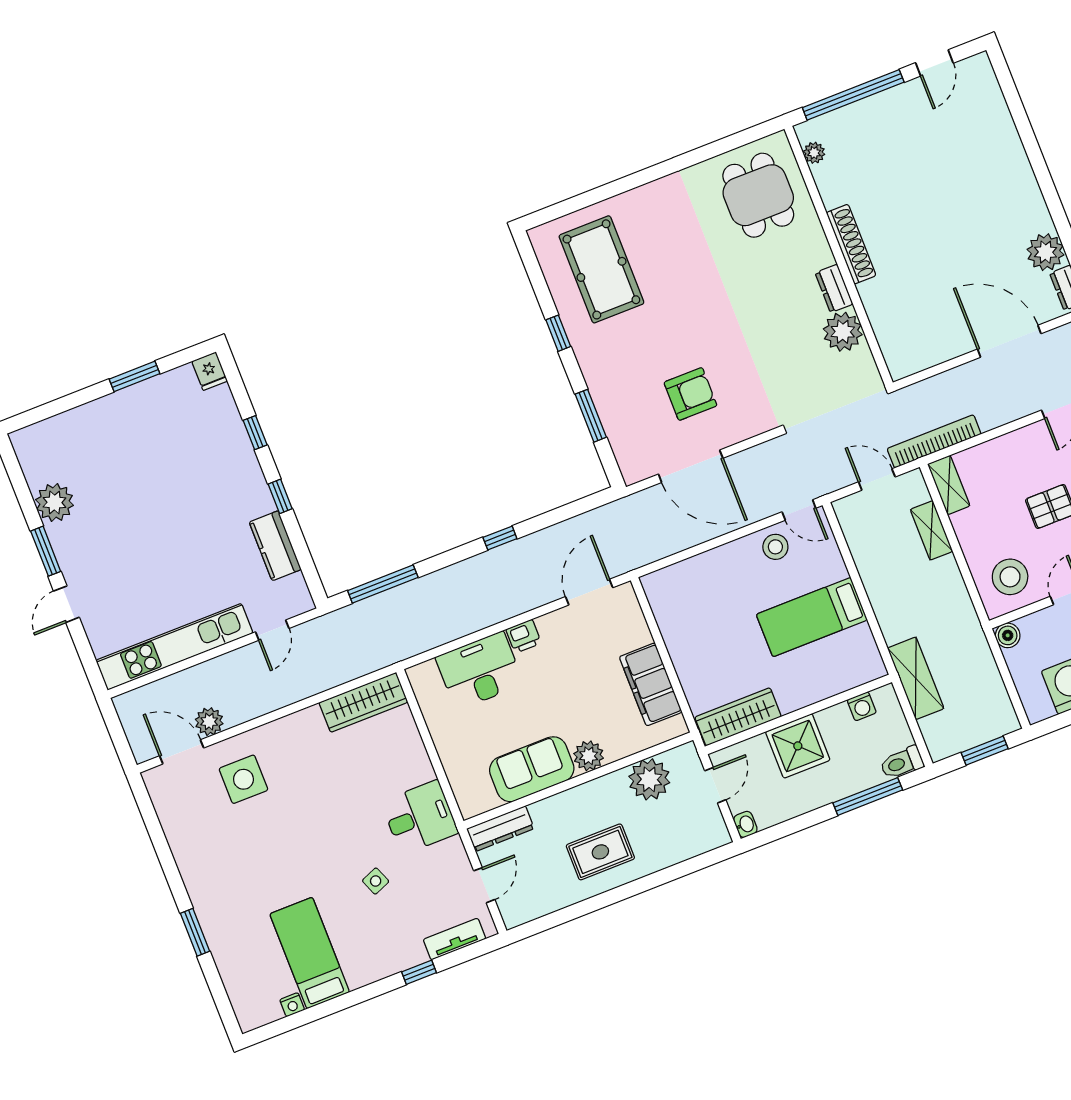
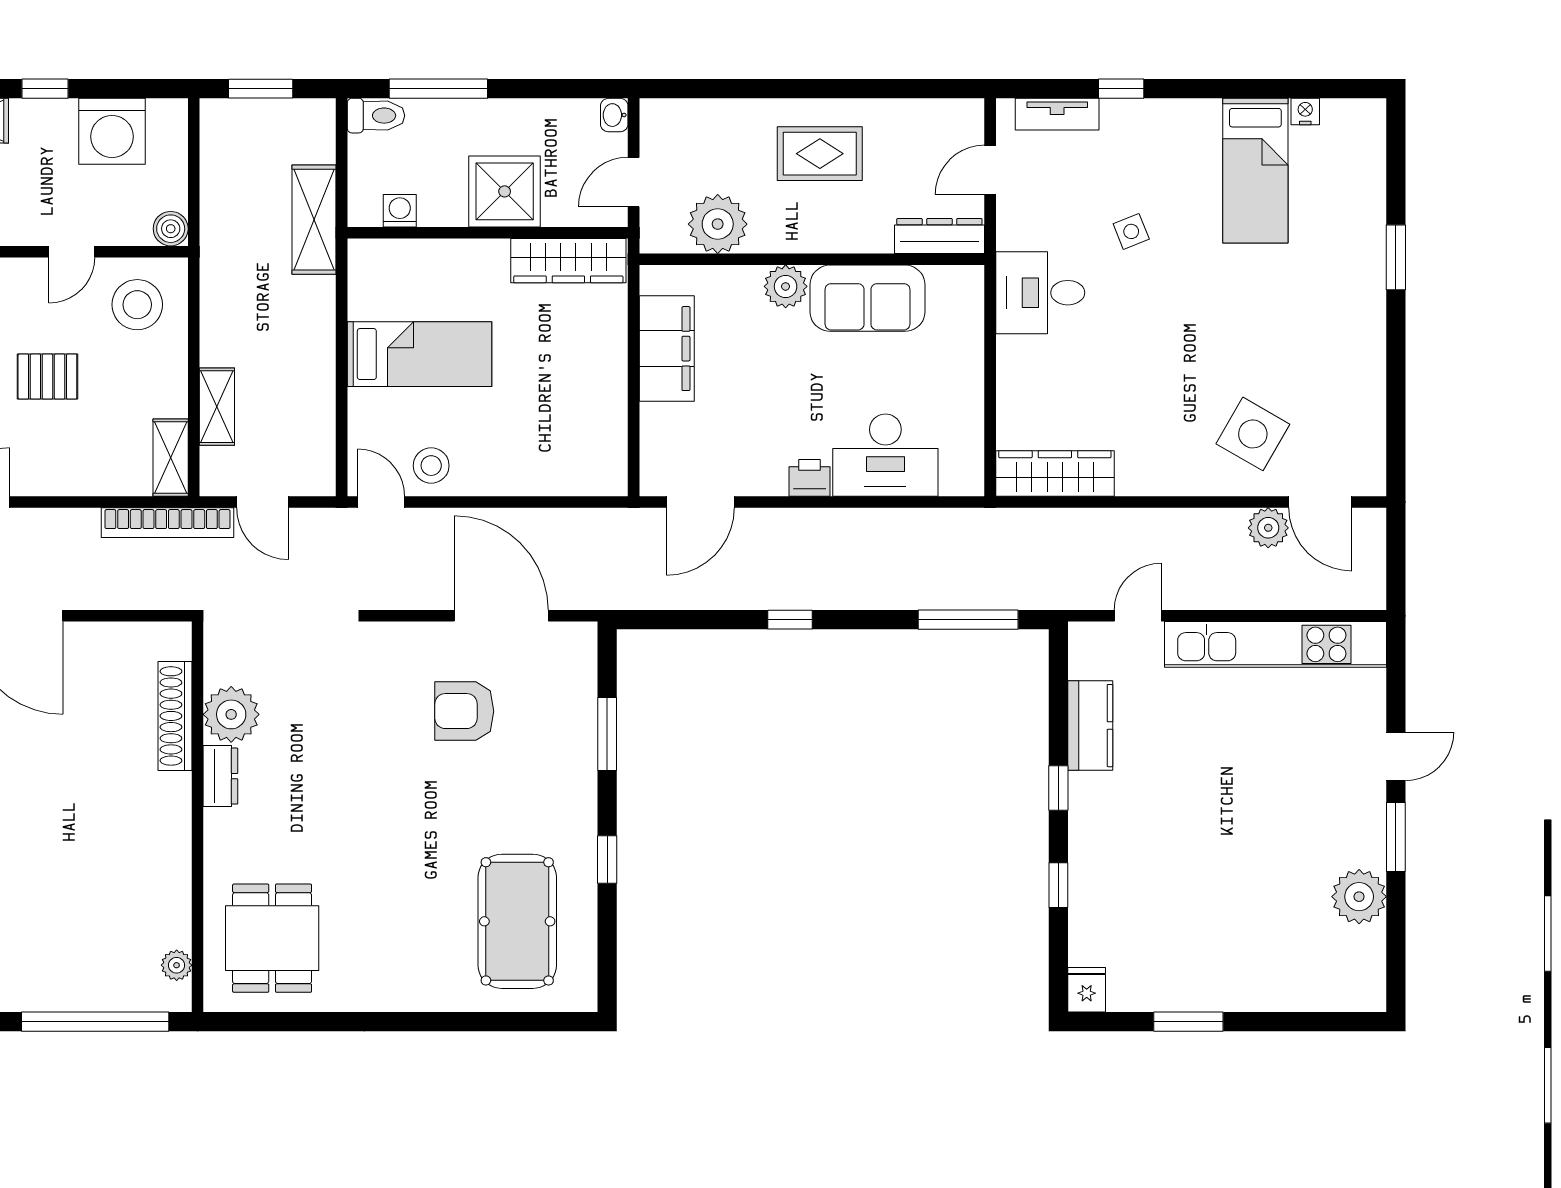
shoe rack: (851, 244) -> (175, 716), moved
side table: (243, 779) -> (1253, 434), turned 30

